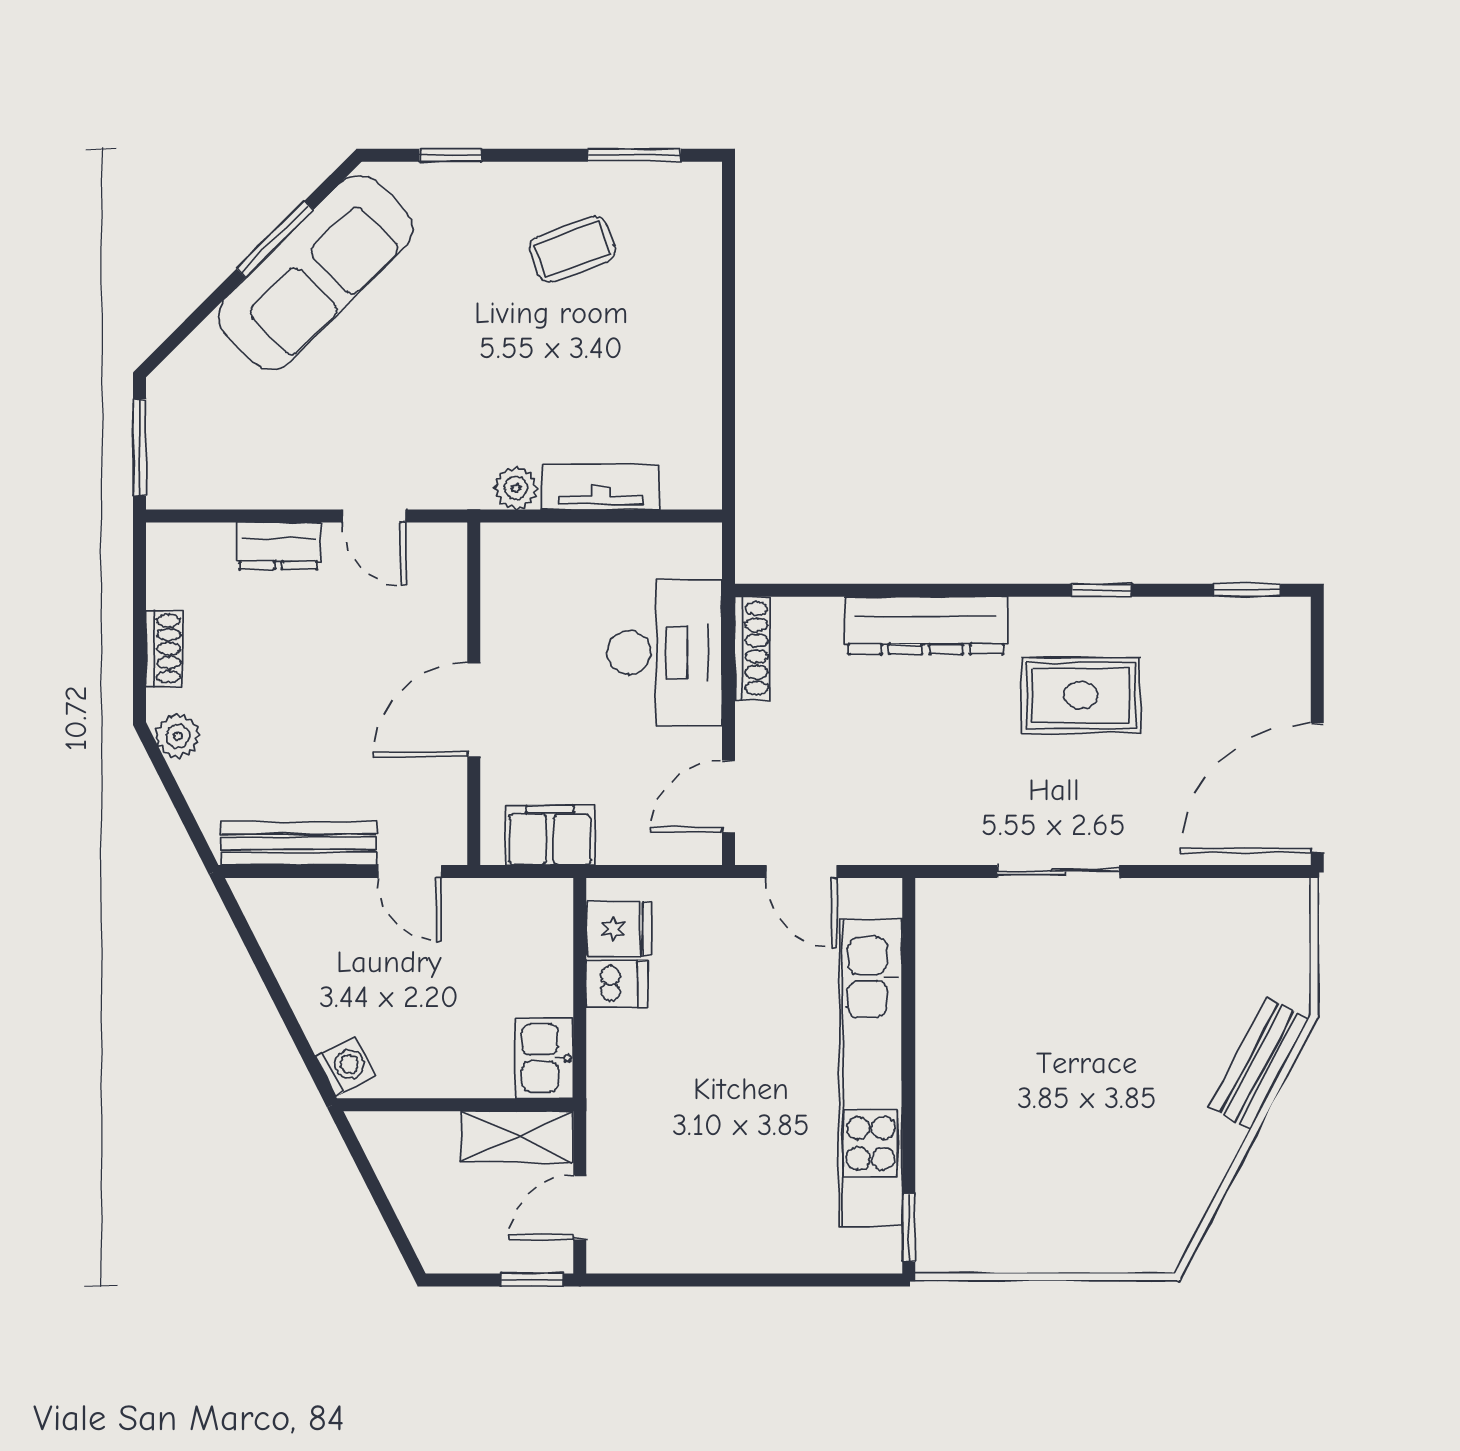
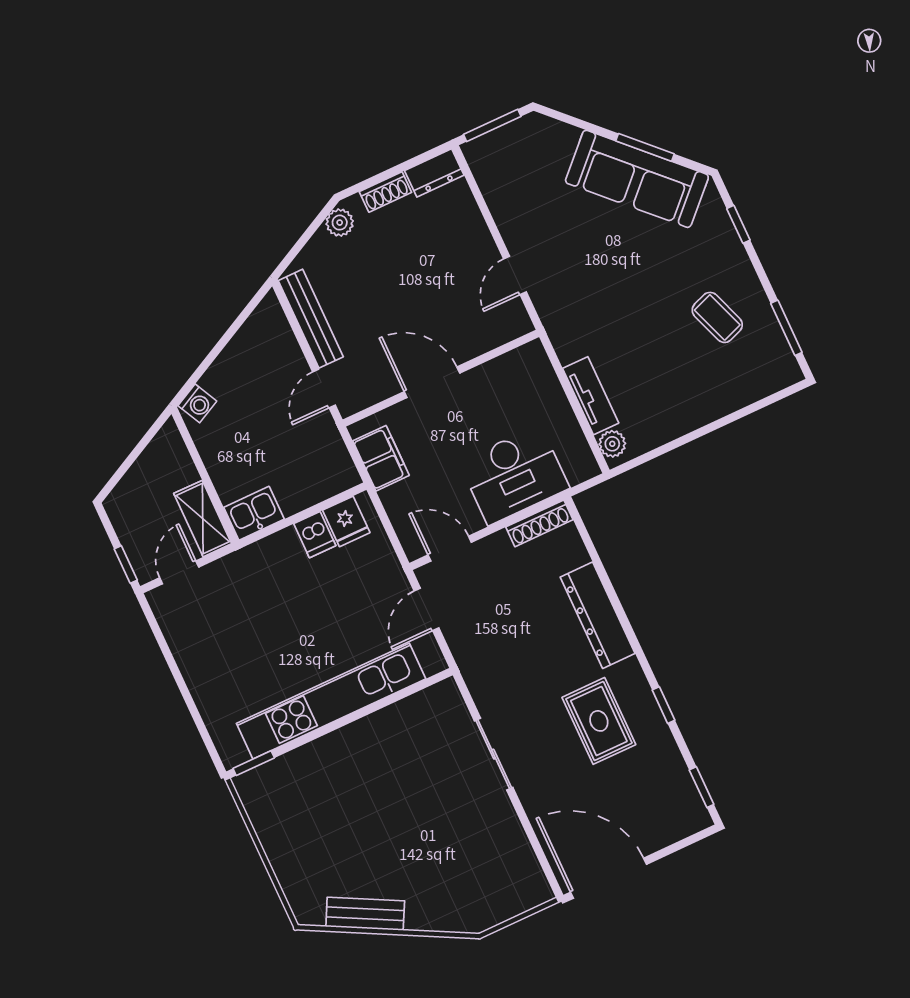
plant: (516, 488) -> (612, 444), moved
dresser: (278, 546) -> (434, 173), moved, turned -90
bench: (1259, 1063) -> (365, 914), moved
door: (580, 1207) -> (179, 572), hinge flipped

